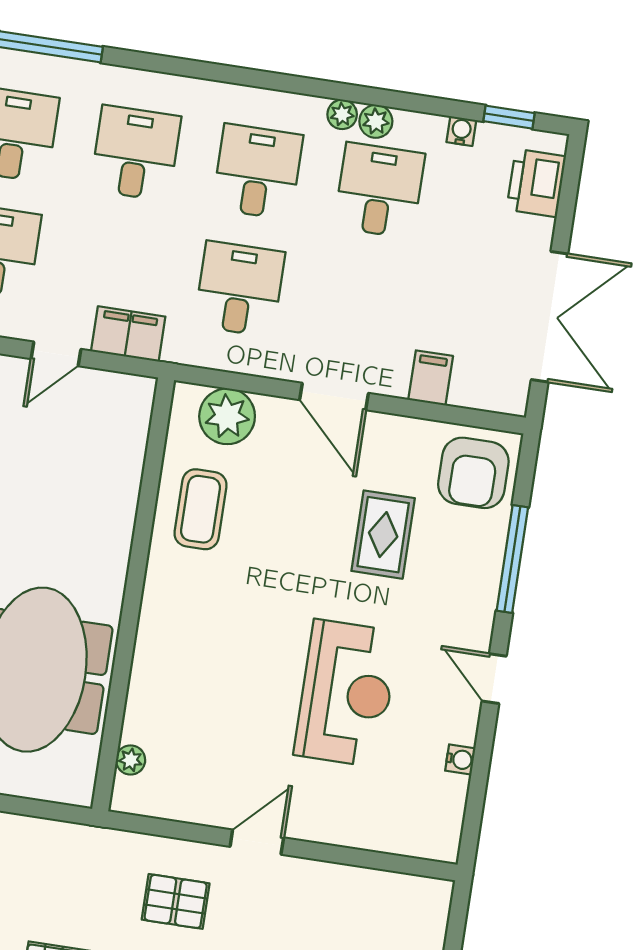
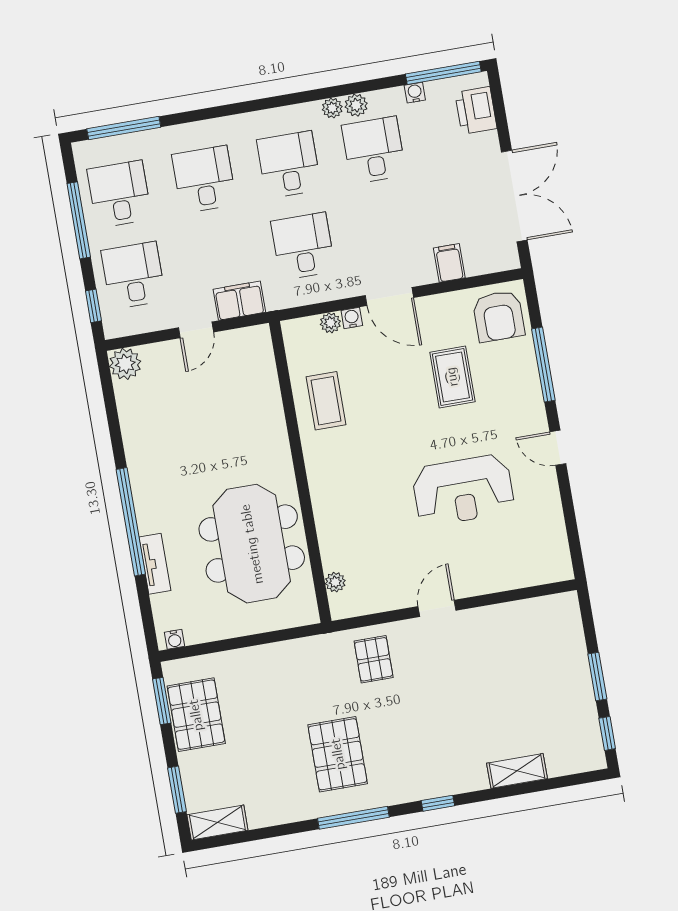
window: (509, 117) -> (443, 73), width x2.17
plant: (227, 416) -> (330, 323), width x0.53, depth x0.53
reception desk: (346, 693) -> (463, 490), turned 90
water cooler: (460, 759) -> (352, 318), moved, turned -90
pallet: (176, 901) -> (374, 659), moved, turned 90

